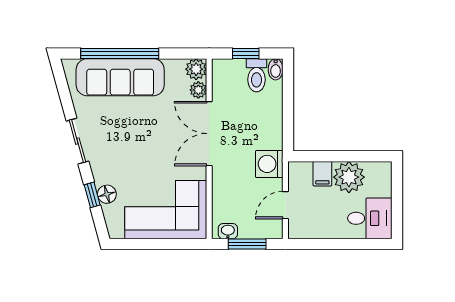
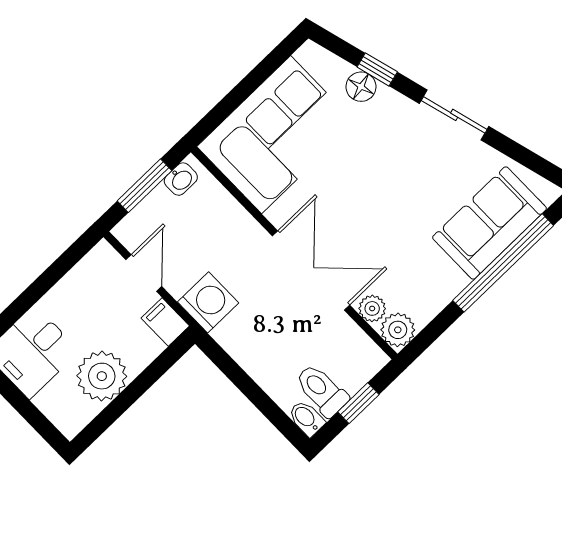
sofa: (120, 77) -> (489, 223), width x0.73
filing cabinet: (322, 174) -> (165, 322), moved

